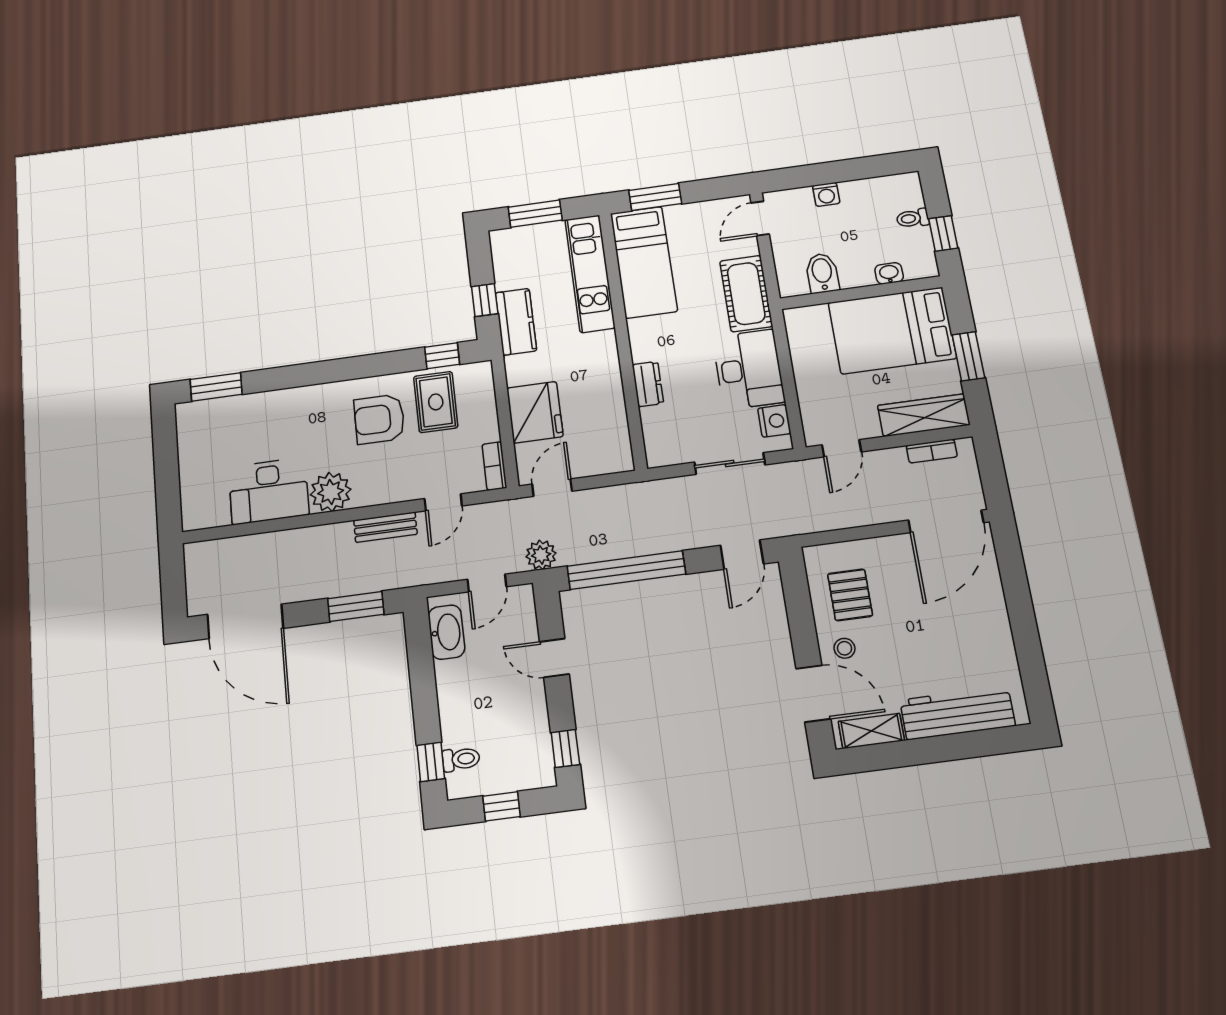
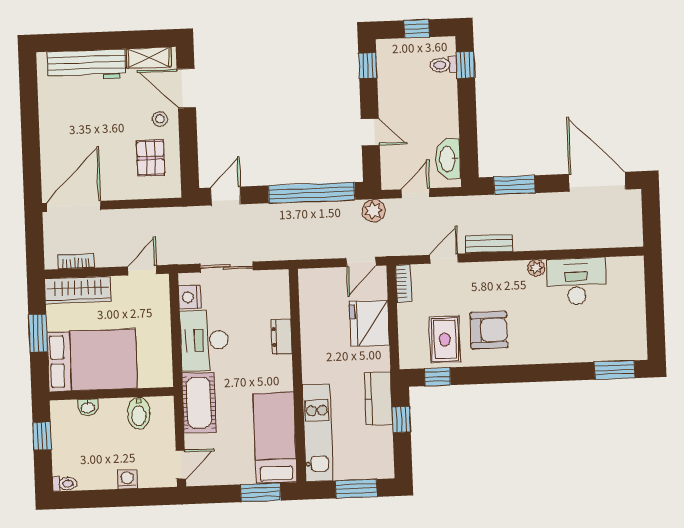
toilet: (913, 218) -> (65, 484), moved
plant: (331, 492) -> (536, 268), width x0.53, depth x0.53

